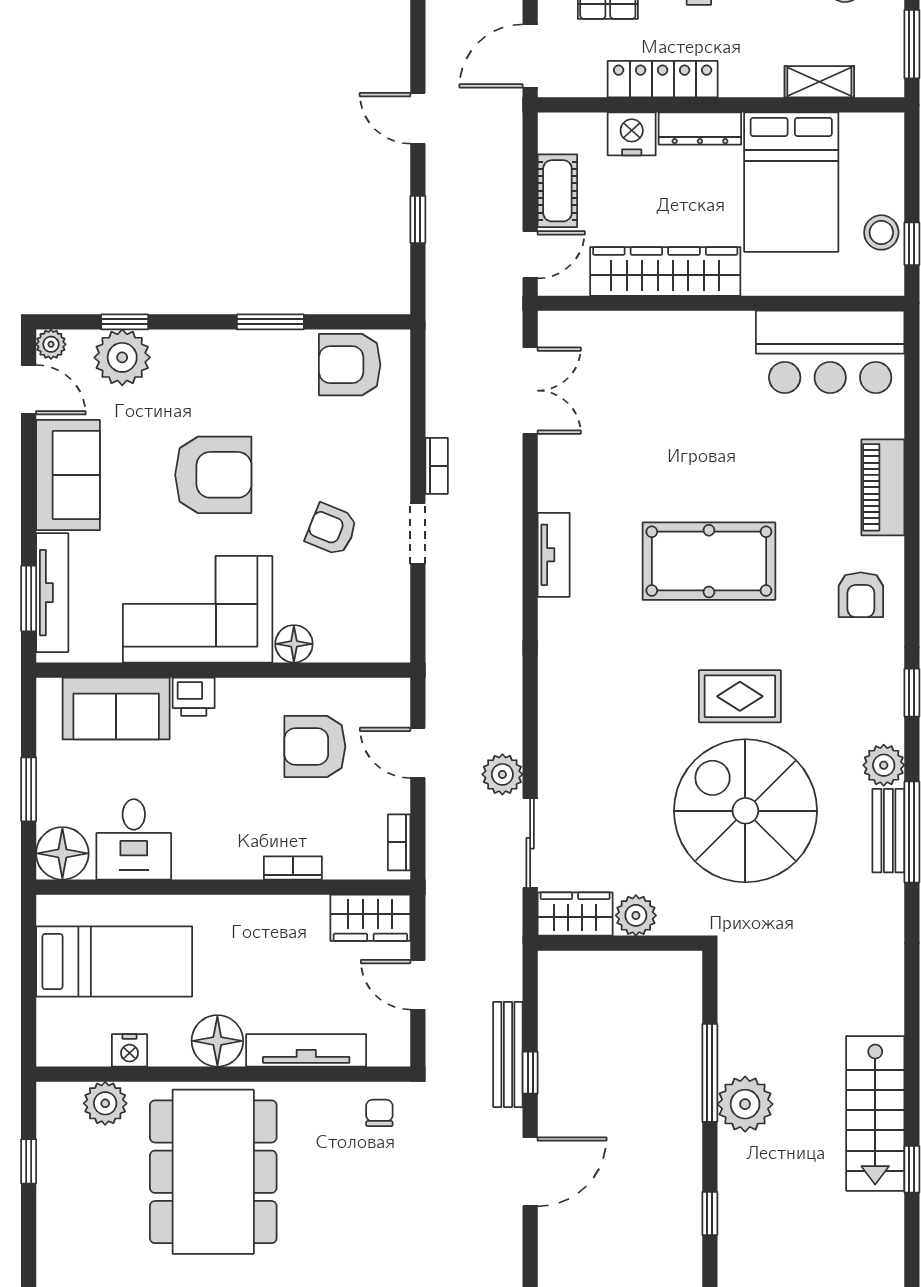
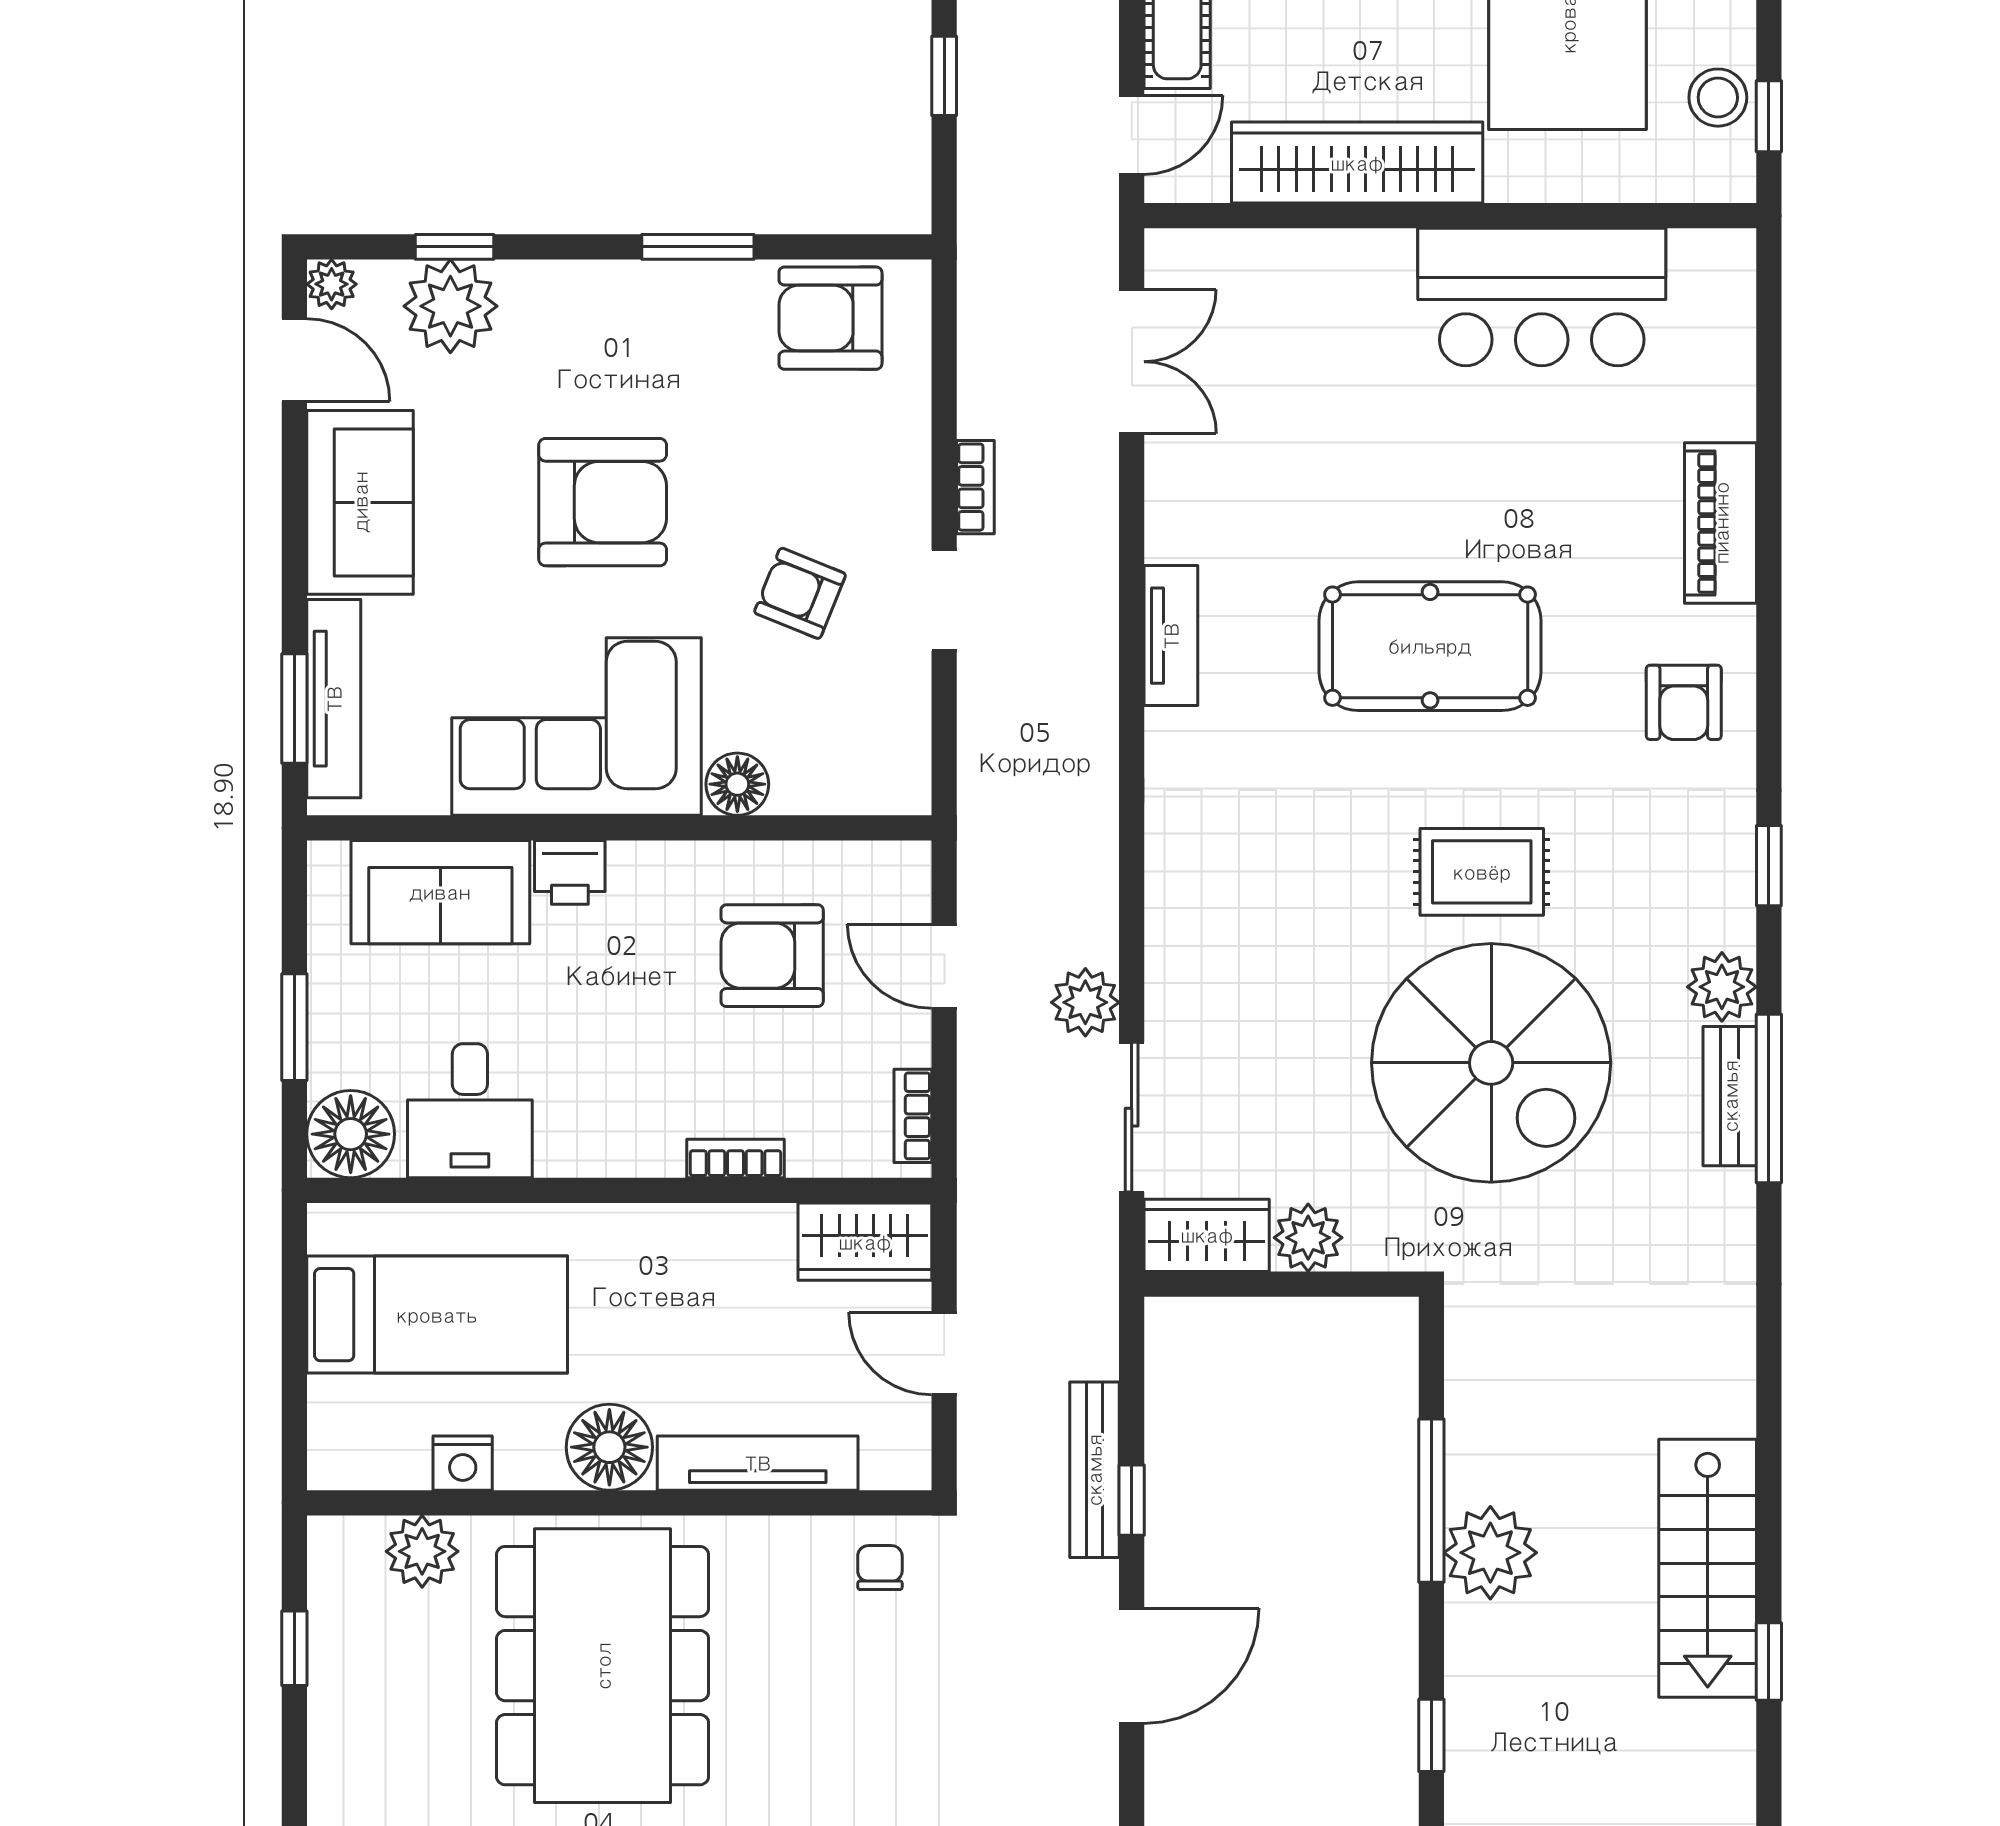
bar counter: (830, 352) -> (1542, 297), moved
spiral stairs: (745, 811) -> (1491, 1063), turned 180

